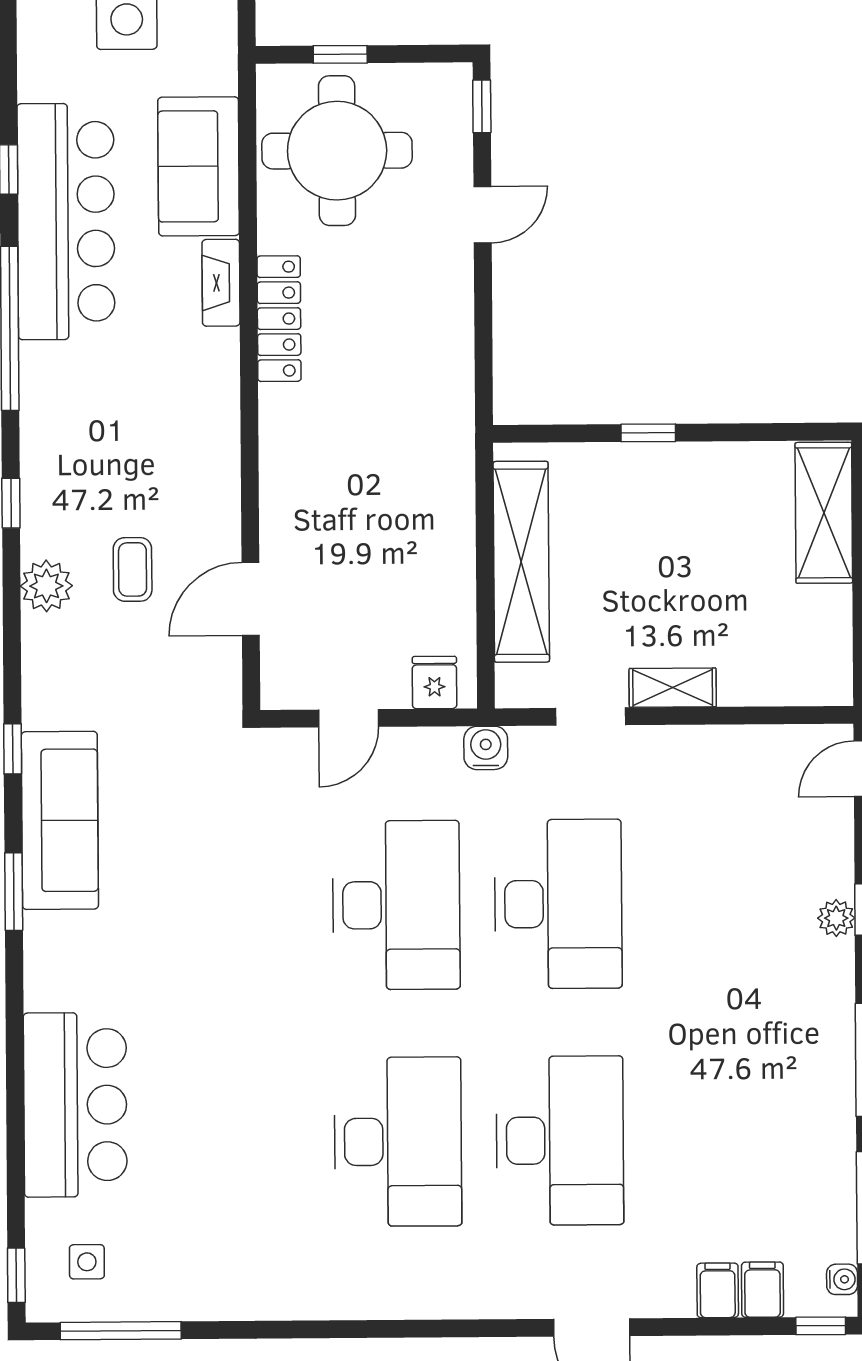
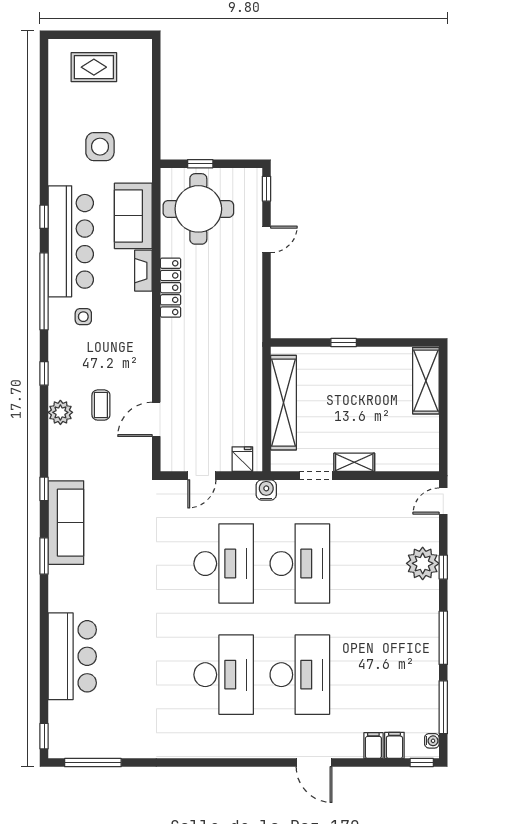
plant: (836, 918) -> (423, 563), width x1.87, depth x1.87
side table: (87, 1262) -> (83, 317), moved

